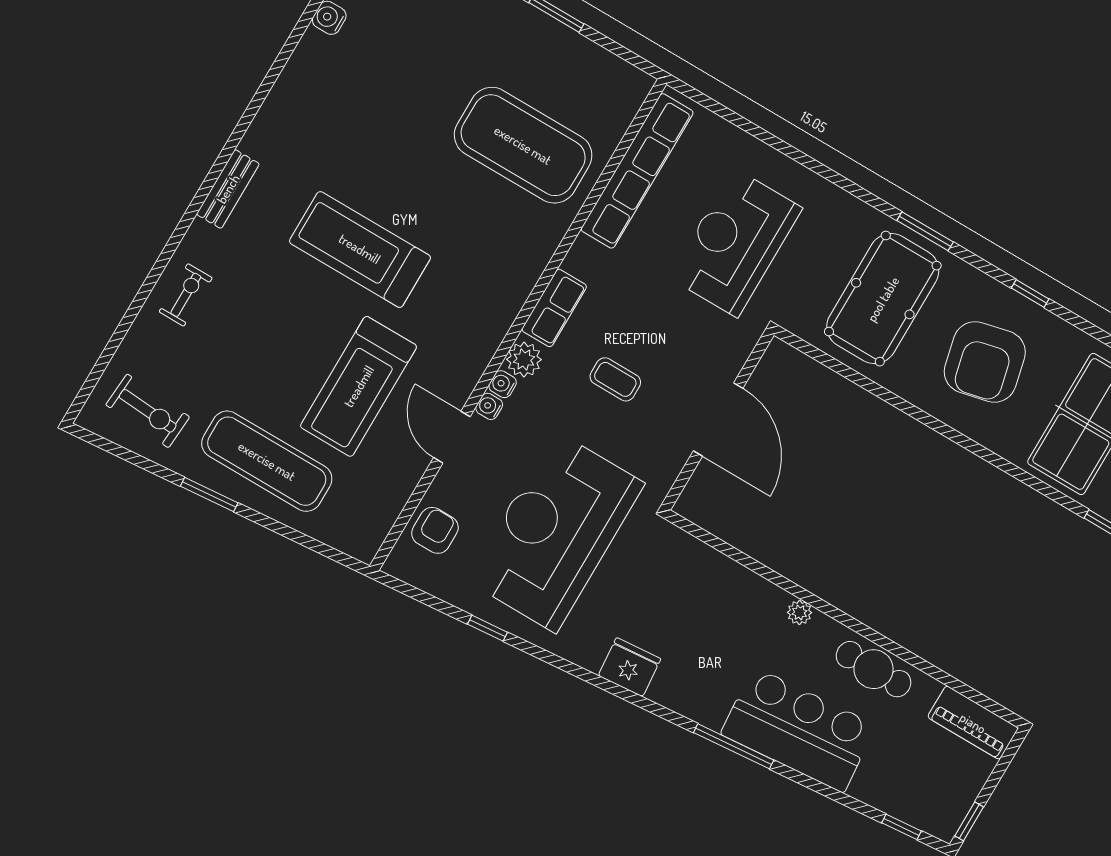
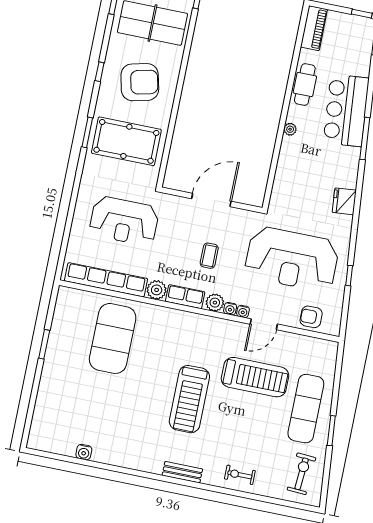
plant: (585, 259) -> (157, 290), added

